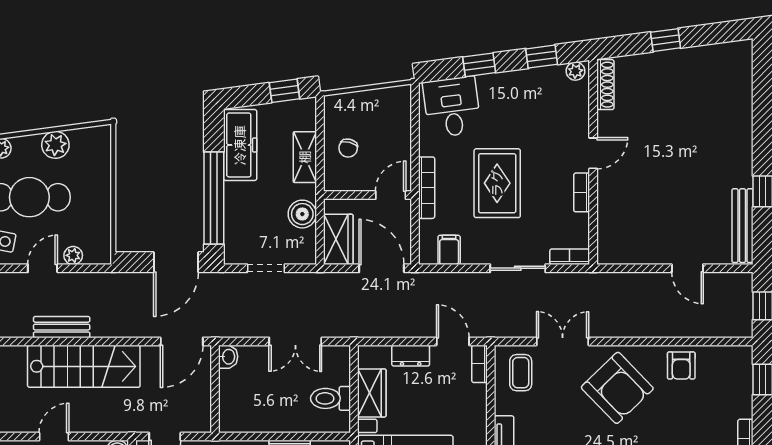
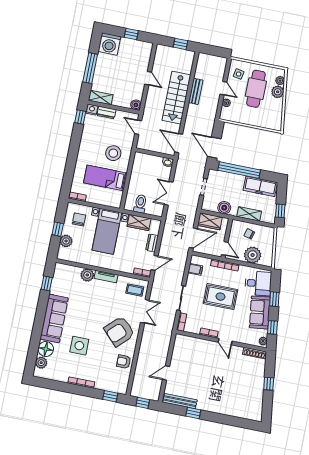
sofa: (514, 91) -> (260, 312), added
plant: (393, 132) -> (253, 255), added
plant: (55, 145) -> (278, 92), moved

